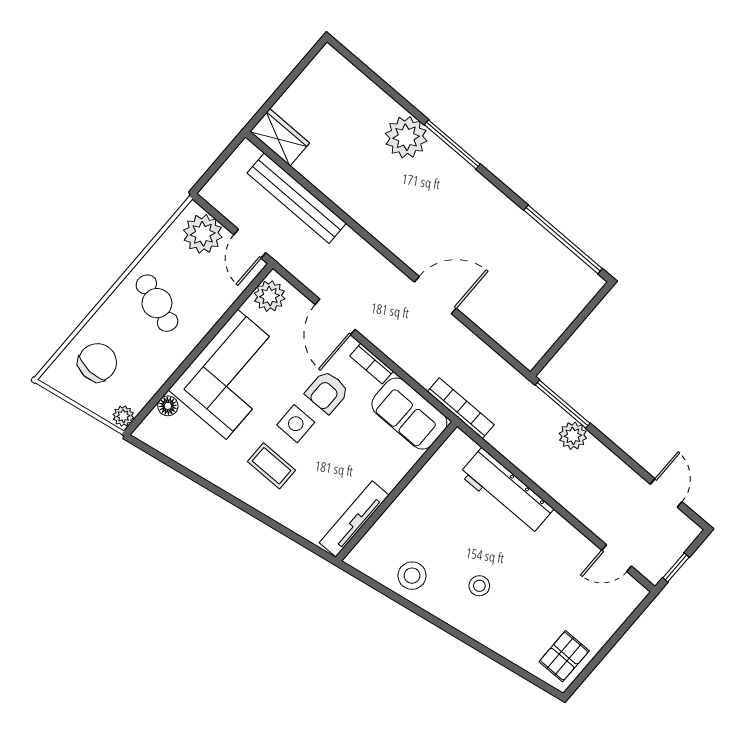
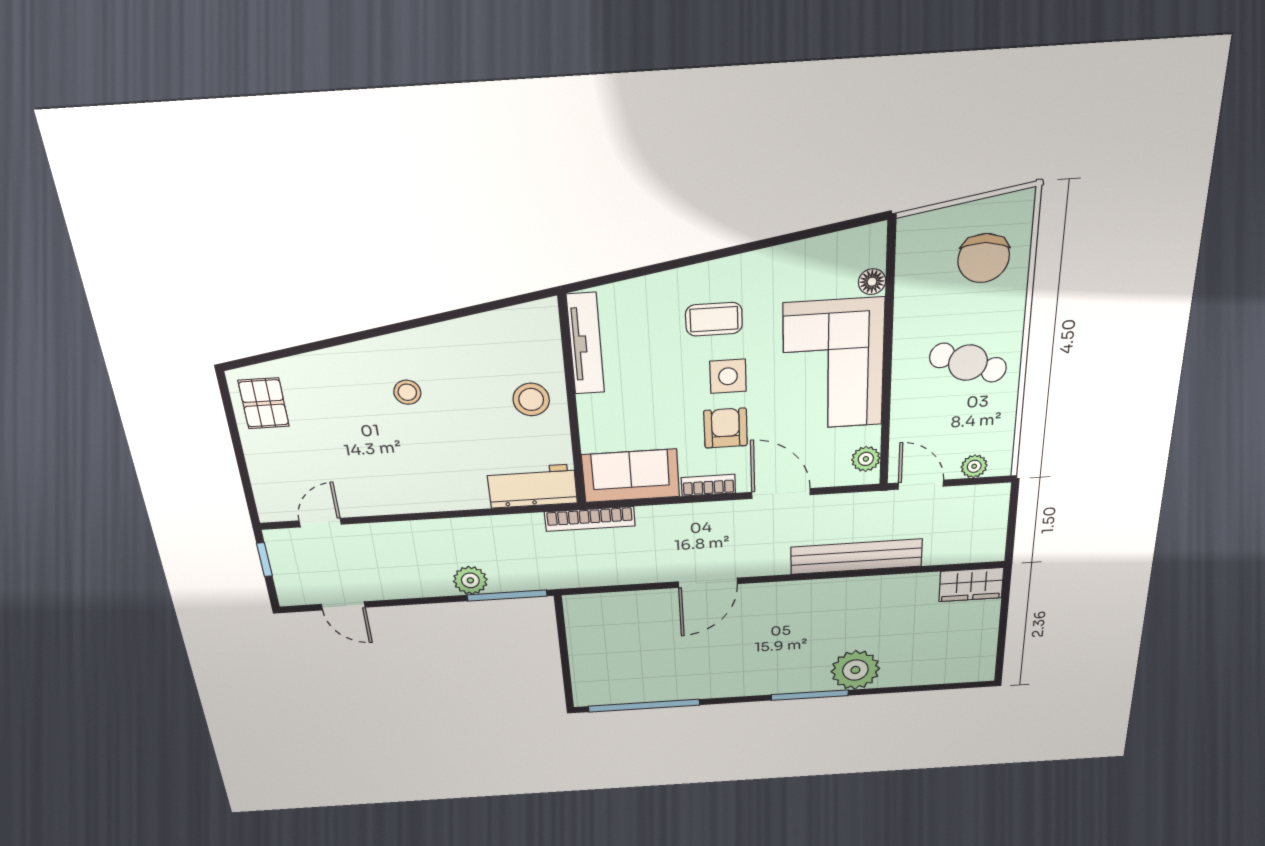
bench: (297, 198) -> (856, 557), moved
plant: (203, 234) -> (974, 466), width x0.53, depth x0.53
plant: (270, 296) -> (866, 459), width x0.73, depth x0.73
plant: (123, 416) -> (911, 232), removed
workbench: (506, 492) -> (532, 486), moved, width x0.73
stool: (412, 576) -> (531, 400), moved

